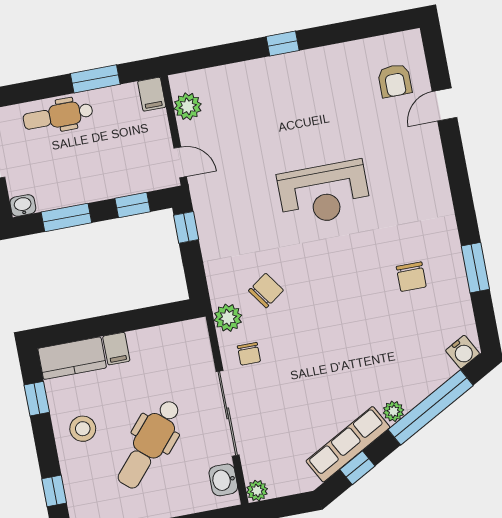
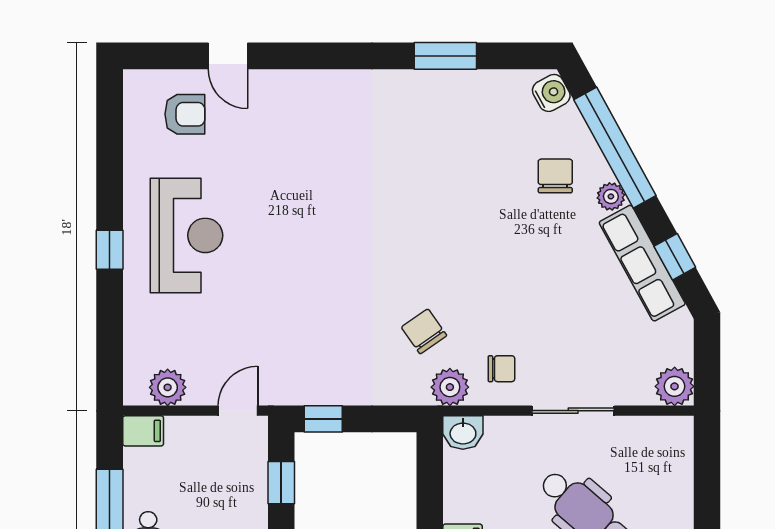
reception desk: (324, 193) -> (186, 235), moved
chair: (411, 277) -> (555, 176), moved, turned -90
sliding door: (228, 413) -> (573, 411), width x0.73
washbasin: (223, 480) -> (463, 433), moved
plant: (257, 491) -> (675, 386), width x1.38, depth x1.38

